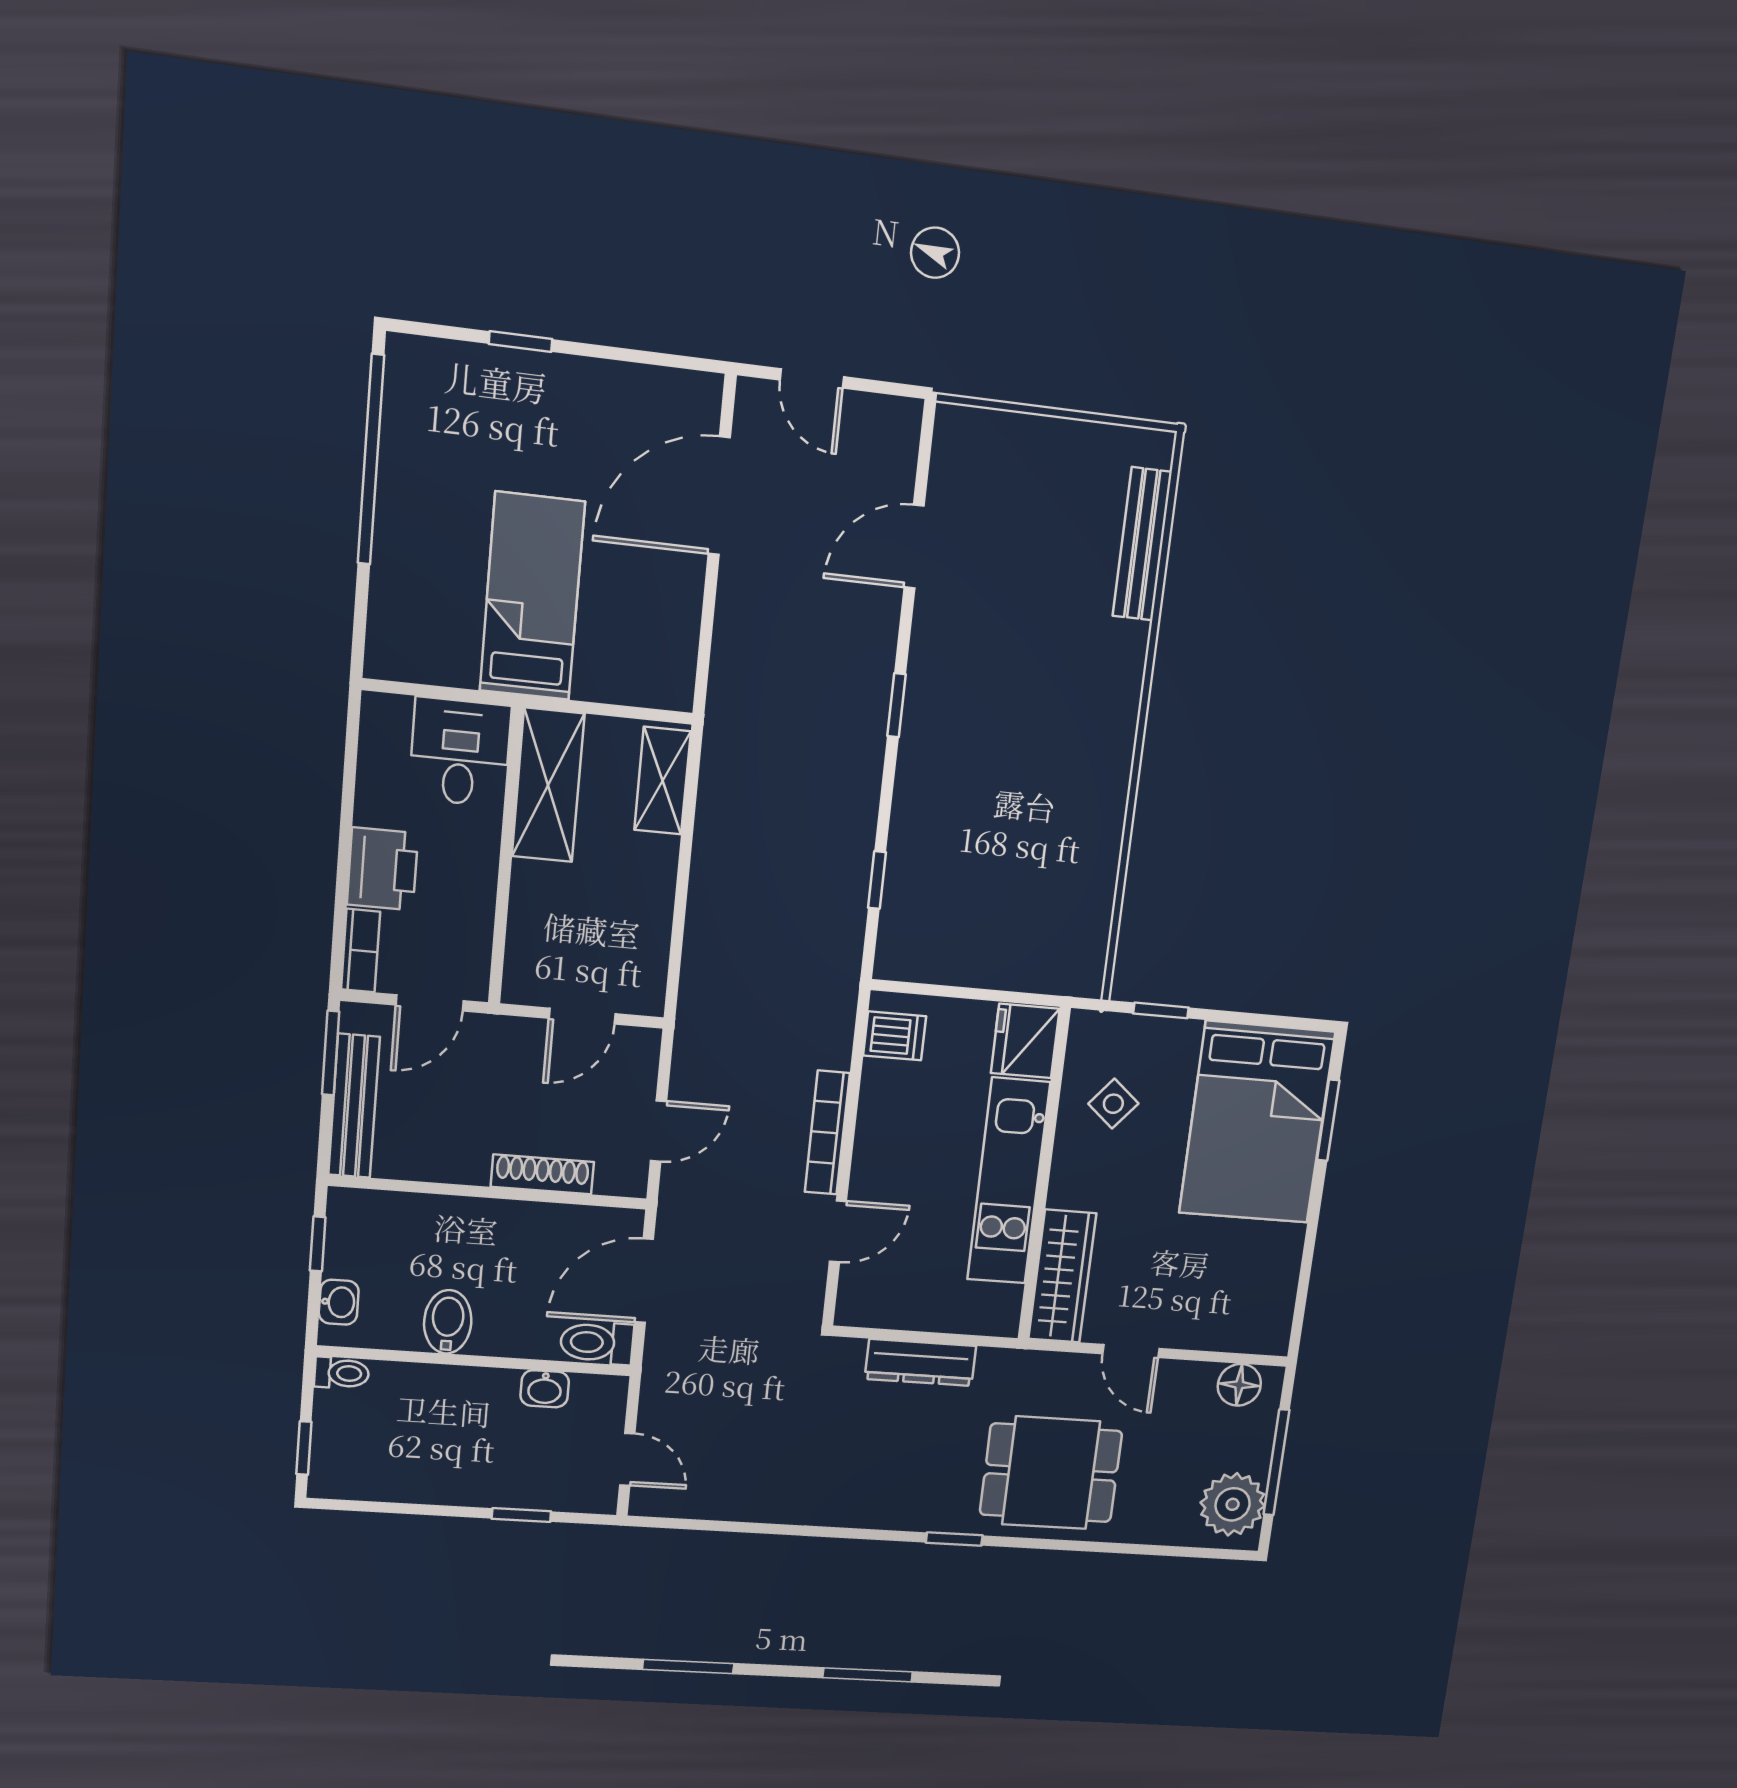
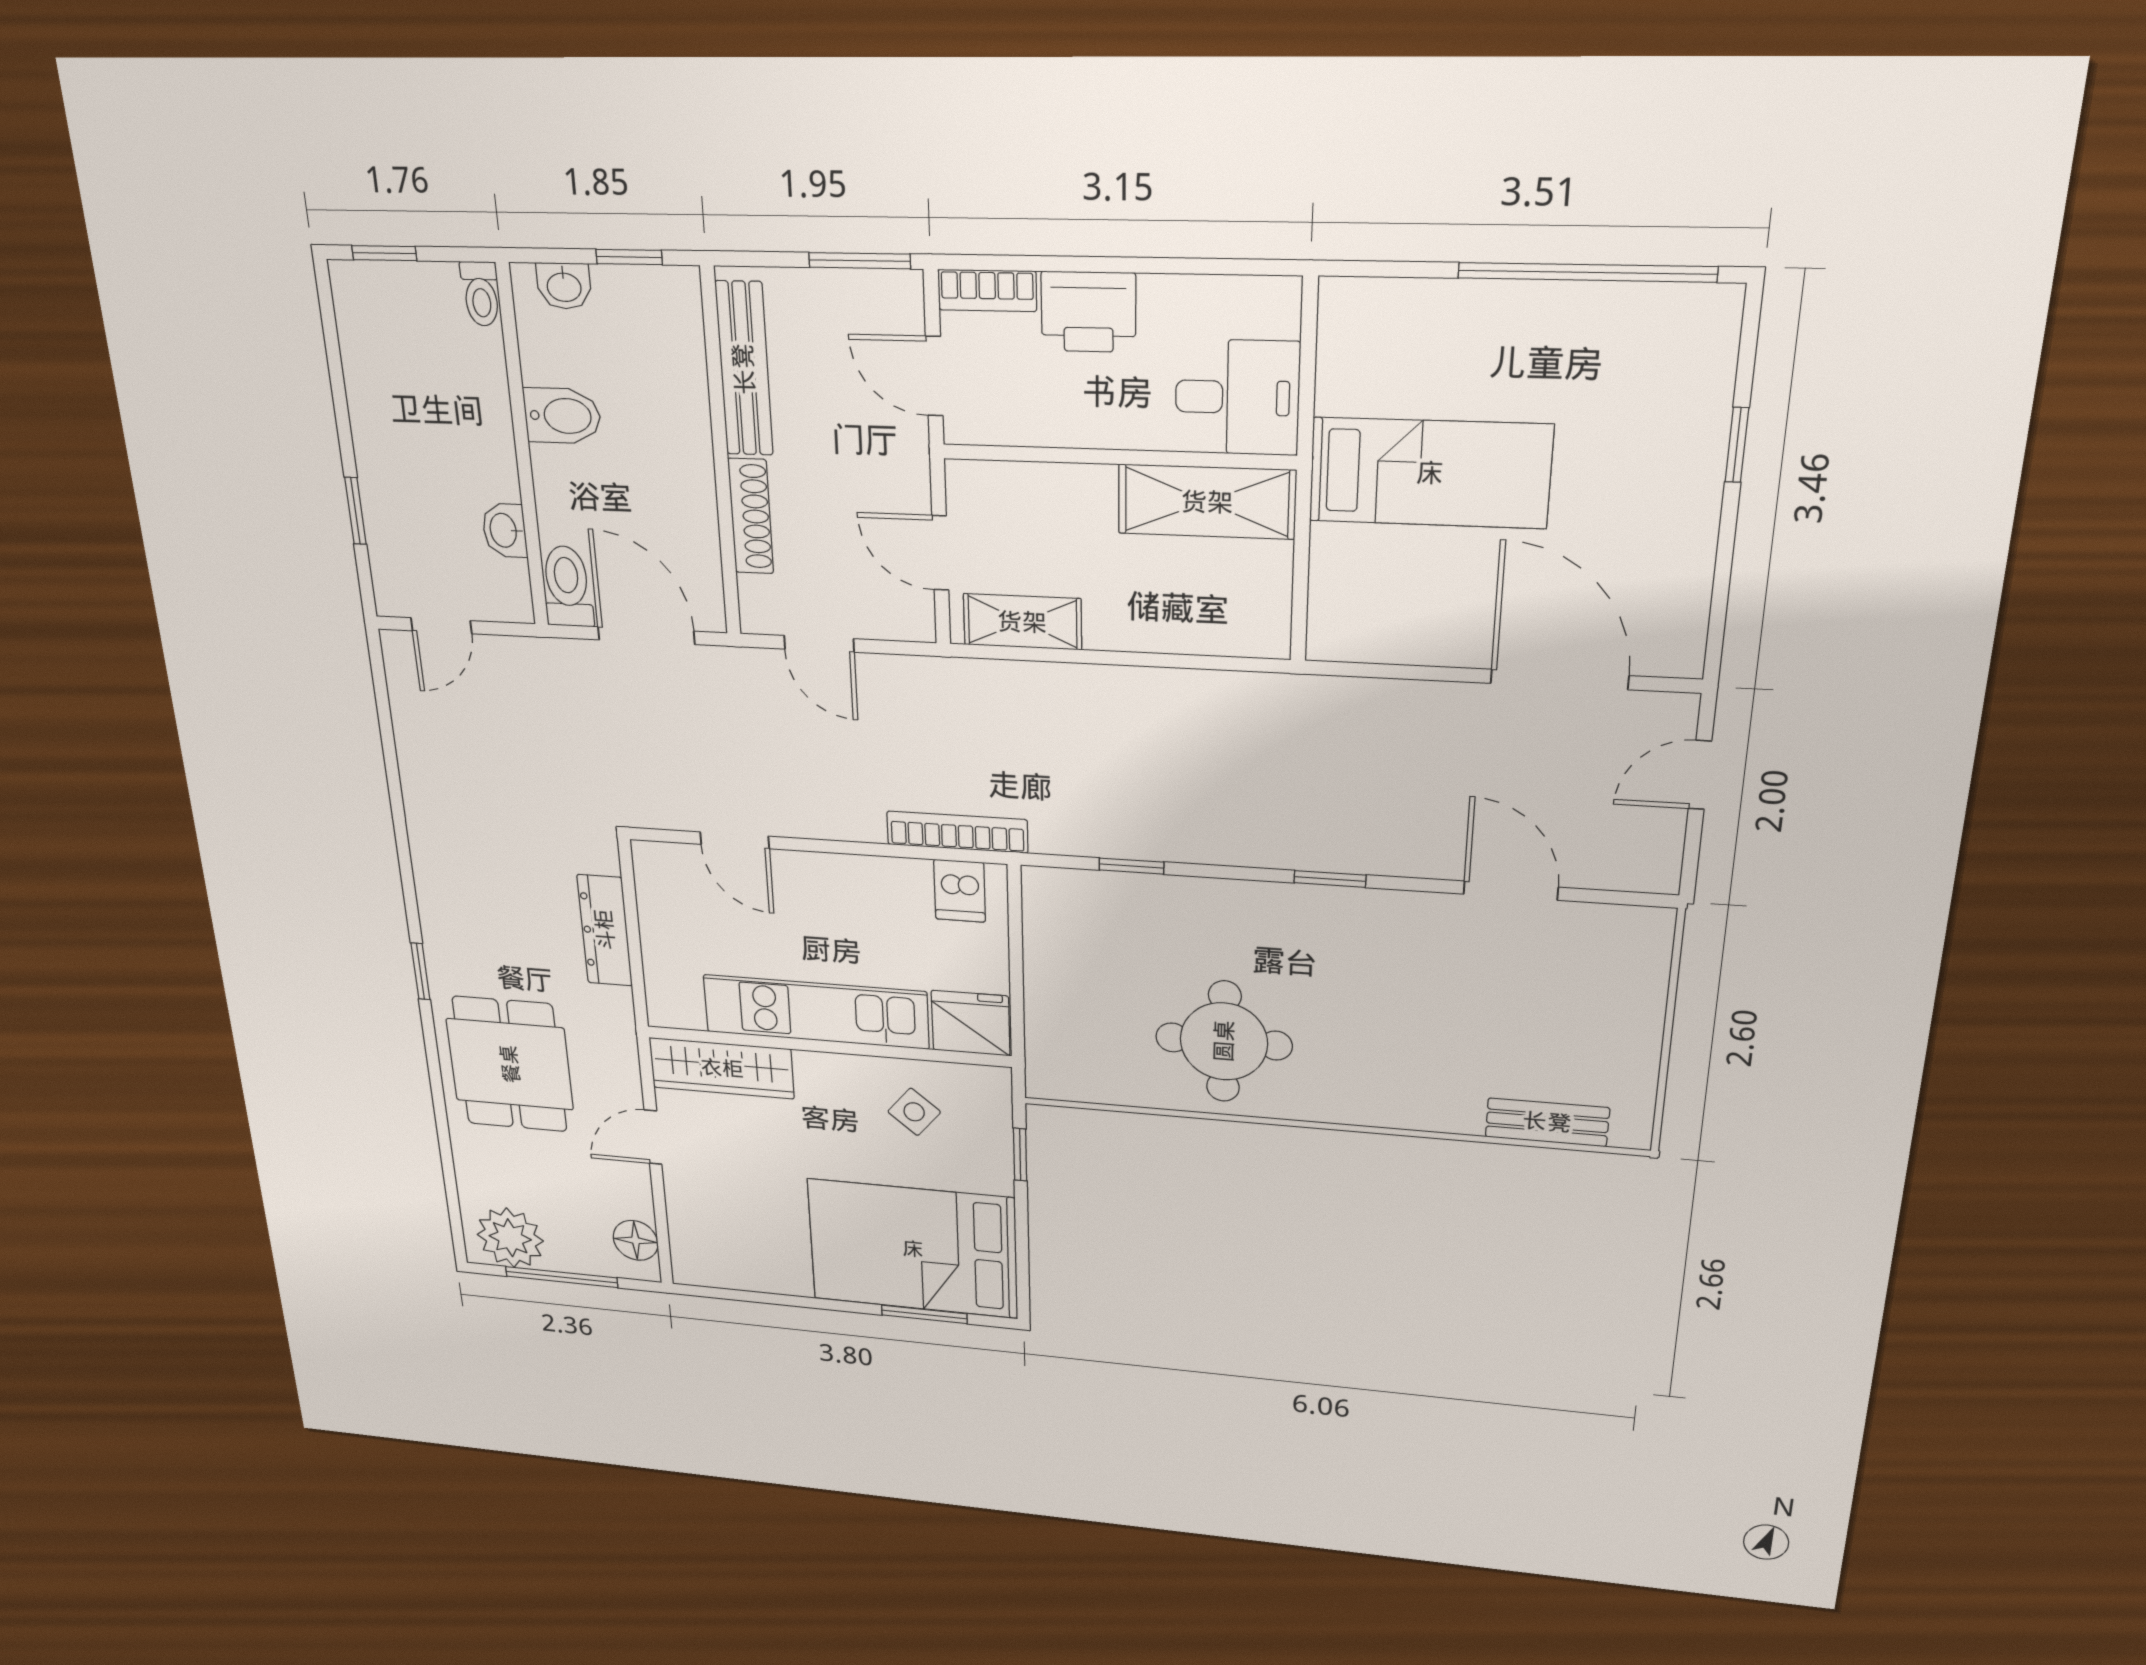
bench: (1142, 544) -> (1547, 1122), width x0.73
shelving: (663, 781) -> (1022, 622), moved
round table: (1052, 812) -> (1224, 1041), added
bench: (354, 1106) -> (744, 369), moved, turned 90
bookcase: (827, 1133) -> (957, 832), moved

